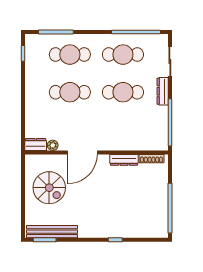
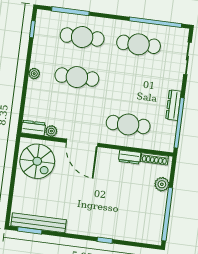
dresser: (163, 91) -> (173, 105), moved
cafe table: (123, 92) -> (128, 124), moved
plant: (30, 94) -> (34, 74), added
door: (82, 152) -> (82, 143), hinge flipped
dresser: (124, 160) -> (130, 157), width x0.70
plant: (161, 181) -> (162, 184), added
spiral stairs: (49, 188) -> (37, 161), moved

